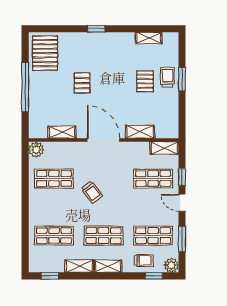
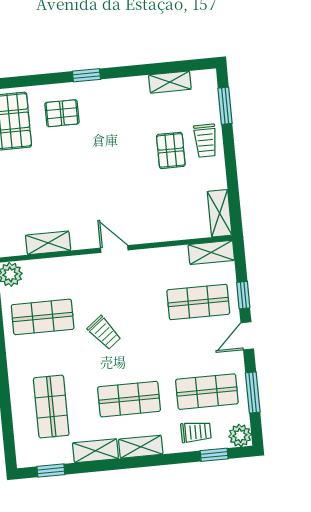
trolley: (167, 77) -> (205, 141), turned 180
window: (182, 79) -> (225, 106), moved
pallet: (82, 83) -> (62, 113), moved, turned 90
shelving: (140, 132) -> (220, 213), moved, turned 90
door: (103, 140) -> (114, 249), width x0.53
door: (182, 203) -> (247, 336), hinge flipped
shop shelf: (54, 236) -> (51, 407), turned 90

